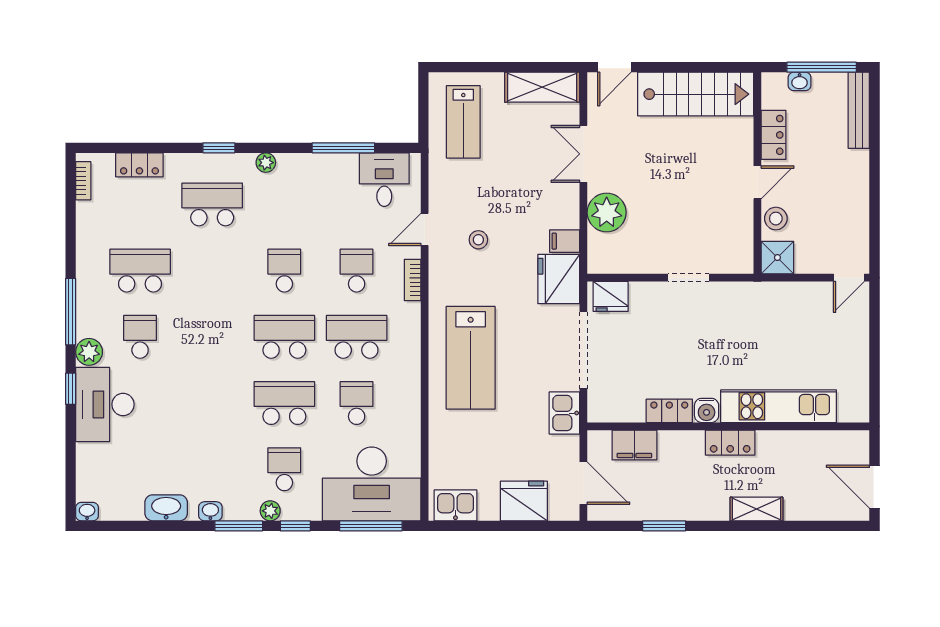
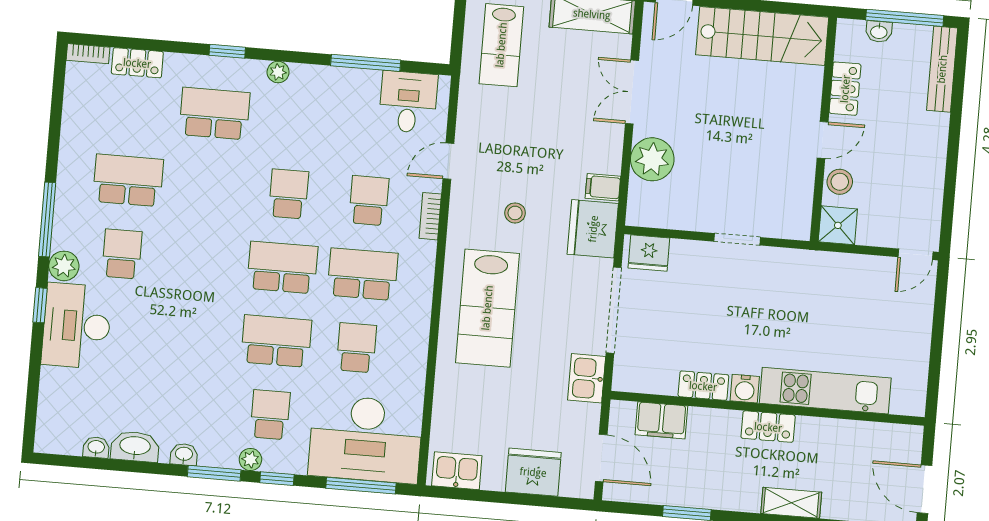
bookcase: (83, 181) -> (88, 54), moved, turned 90
stool: (478, 240) -> (515, 213), moved
washbasin: (87, 512) -> (96, 447), moved

